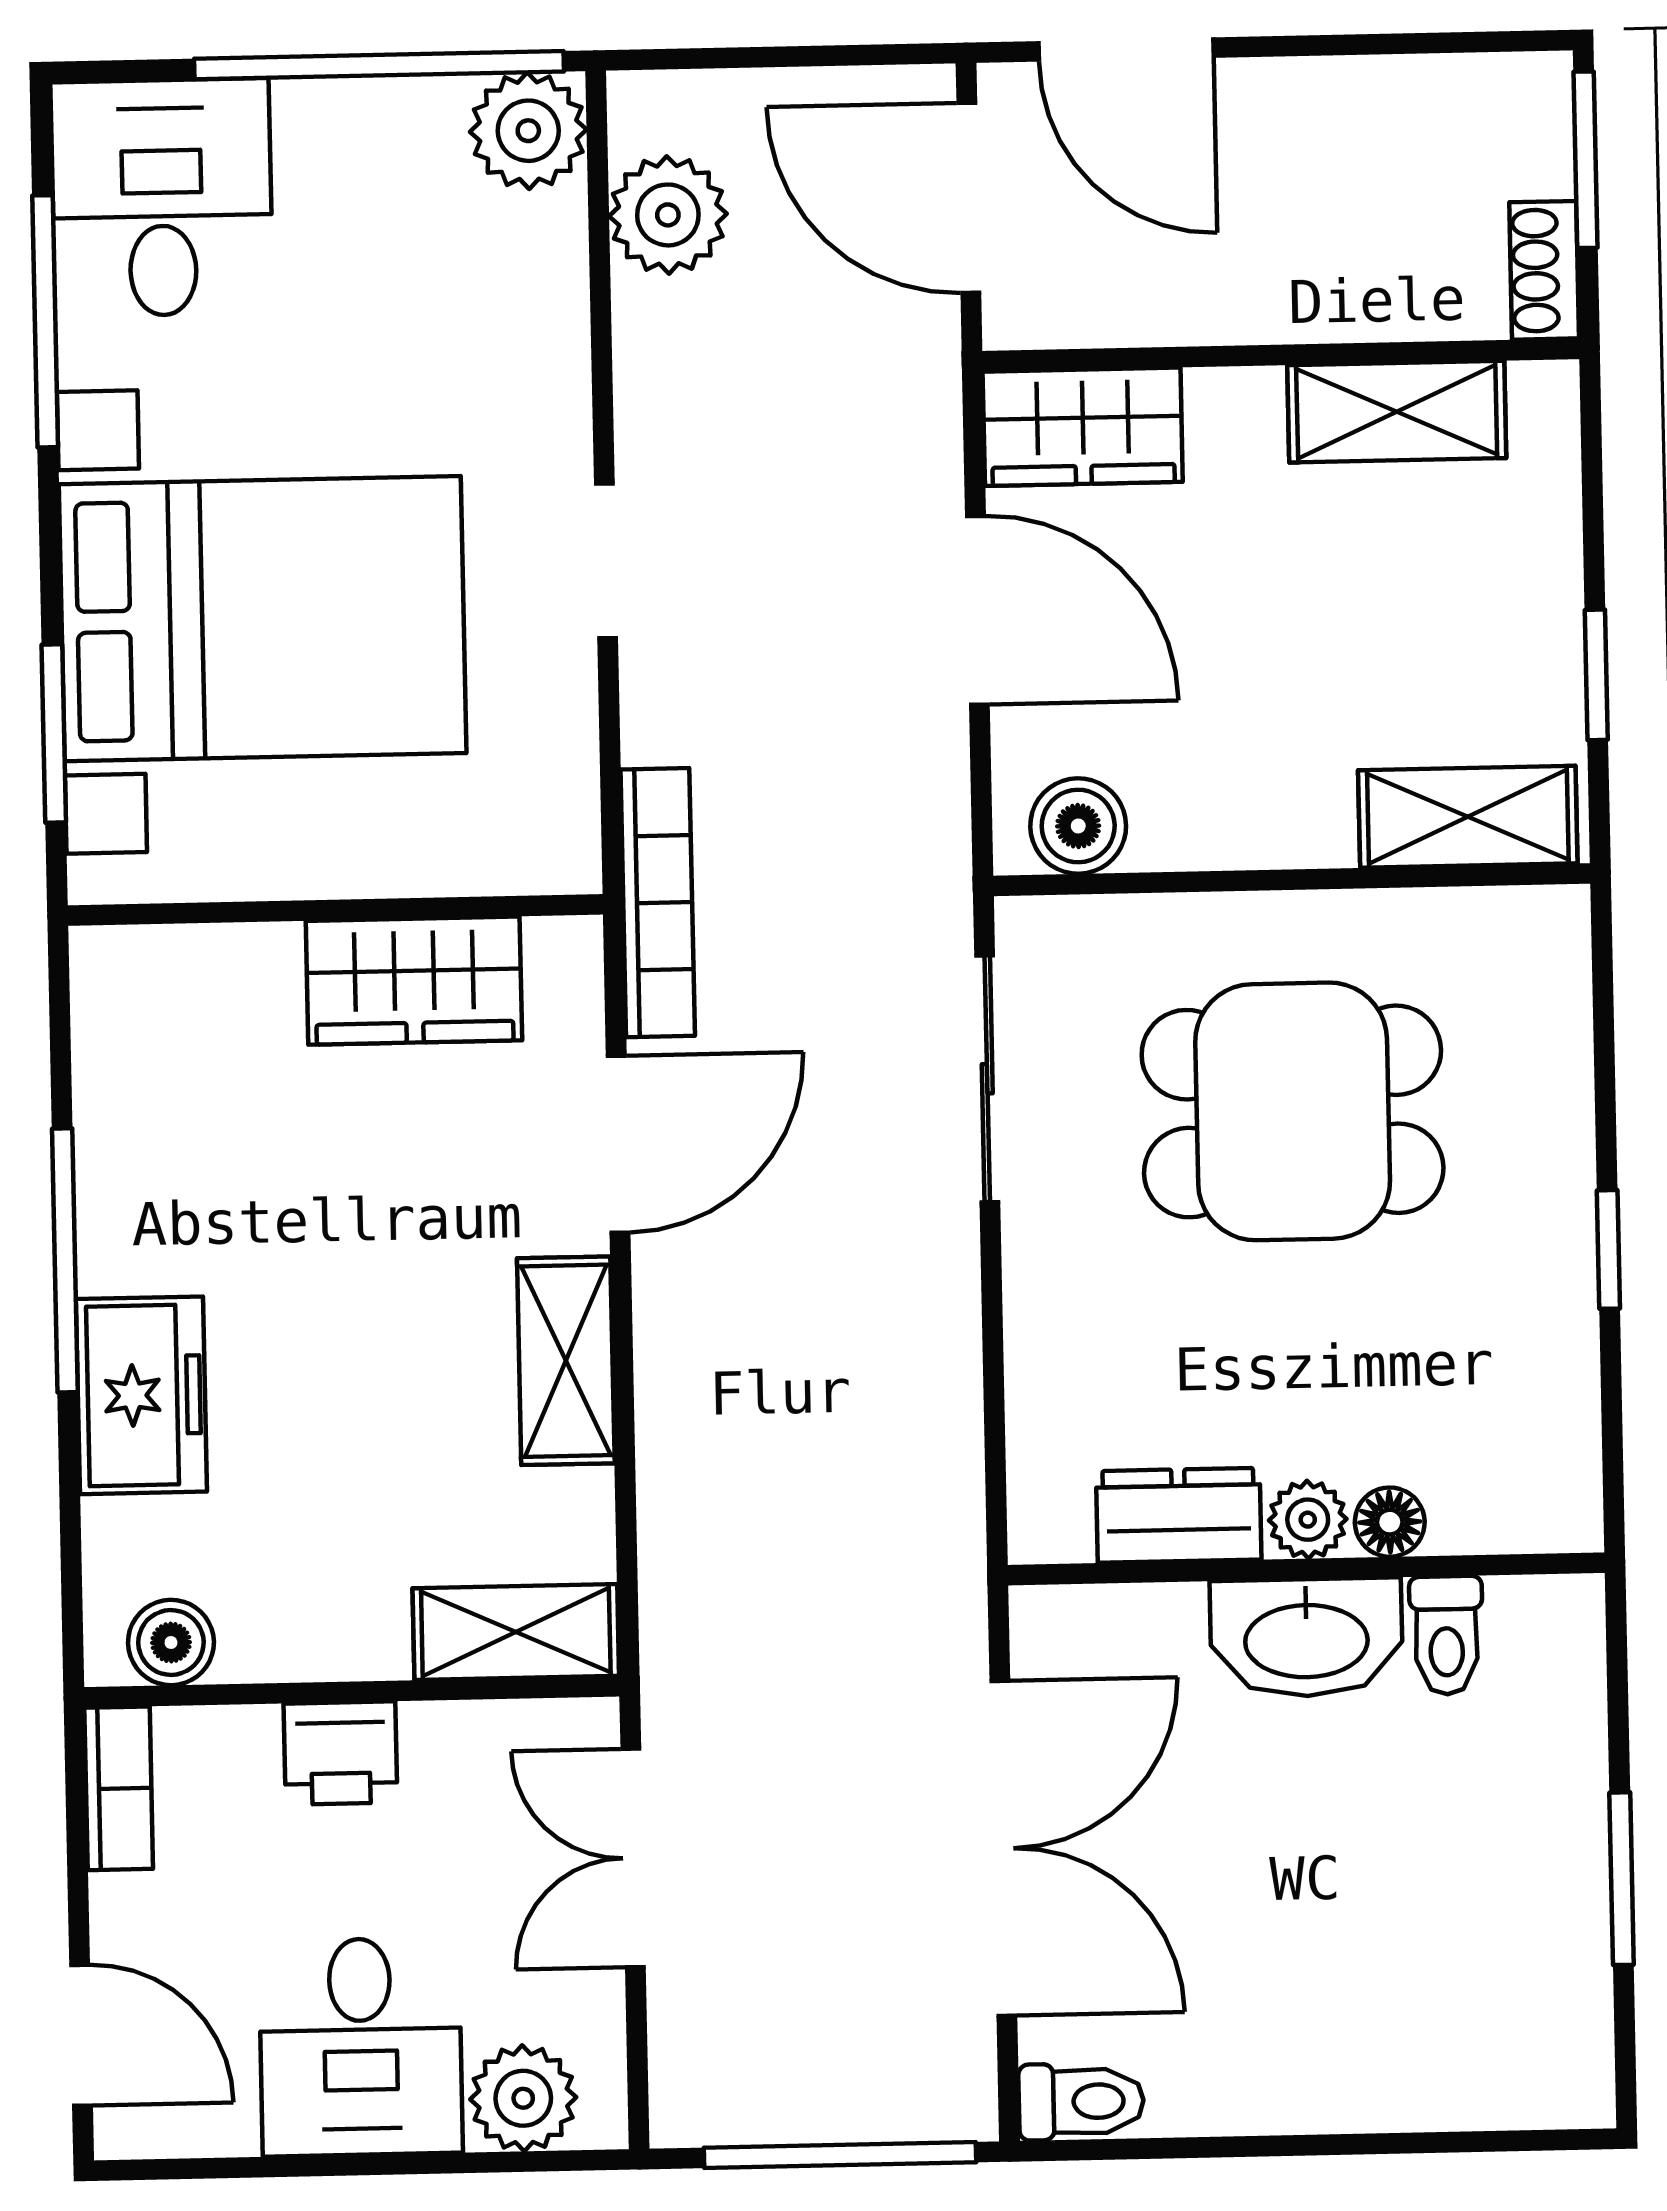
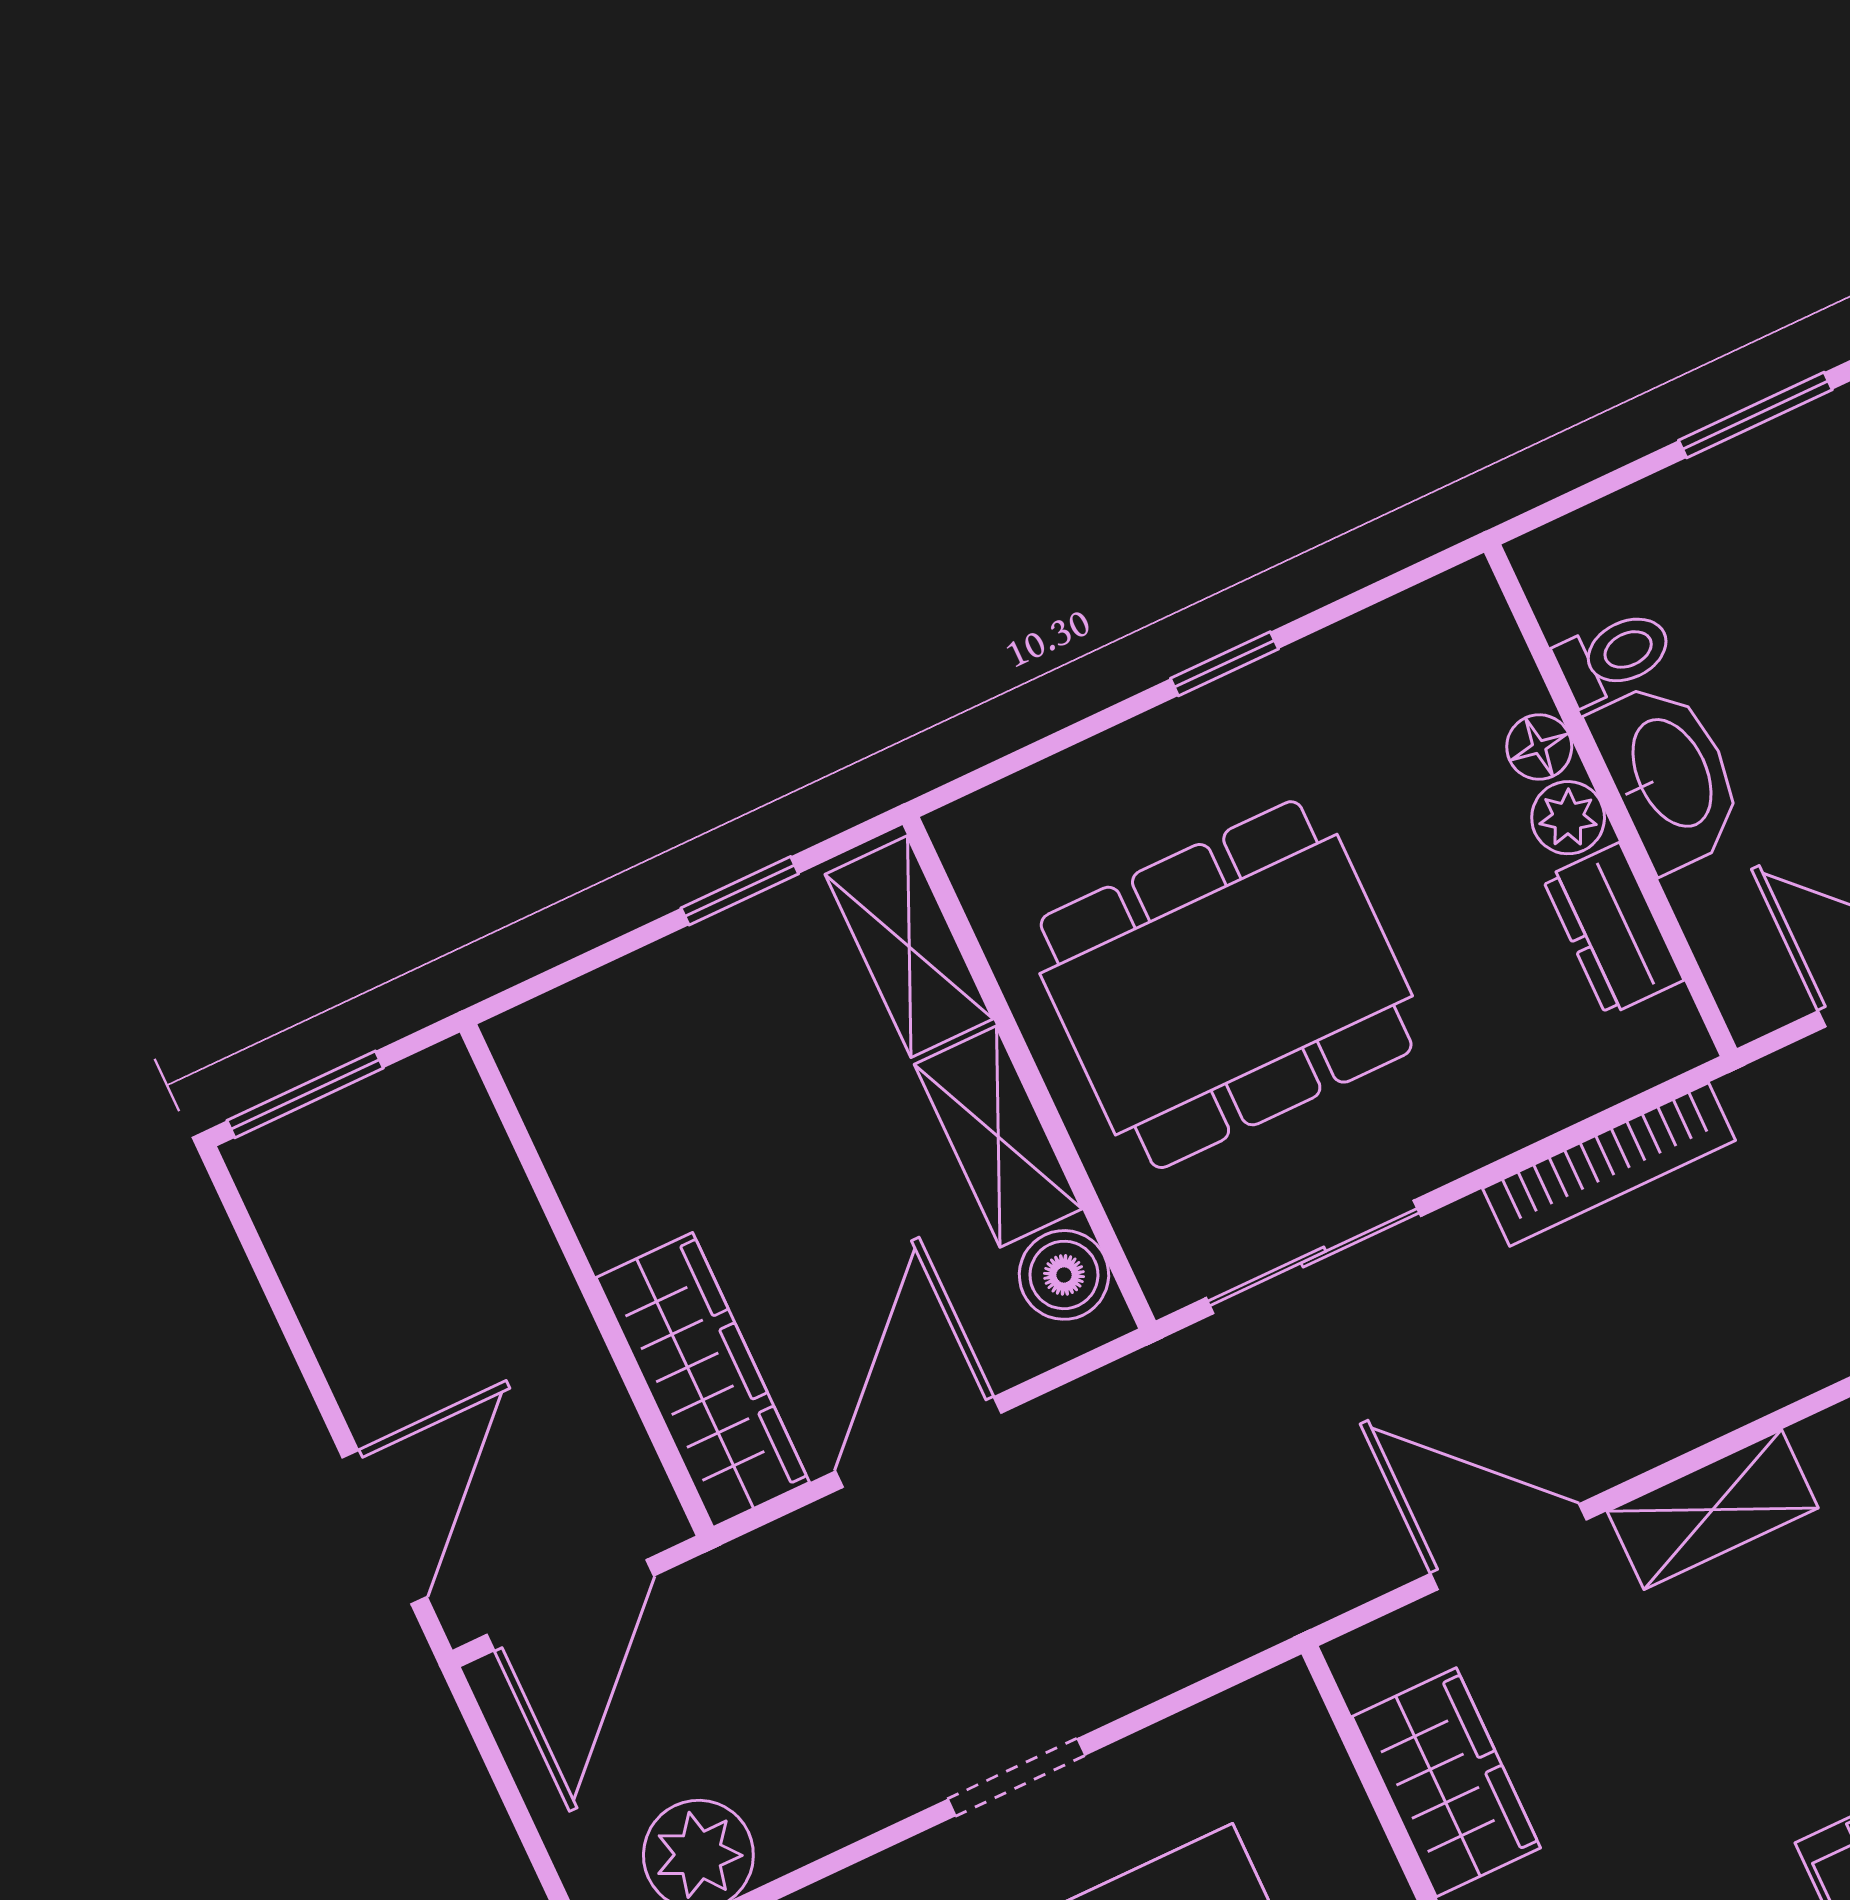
shoe rack: (1544, 270) -> (415, 1088), removed
shelving: (1397, 412) -> (998, 1137), moved
wardrobe: (1083, 427) -> (703, 1380), width x1.50
bookcase: (658, 903) -> (1609, 1164), moved, turned 180
dining table: (1293, 1111) -> (1226, 985), width x1.38

